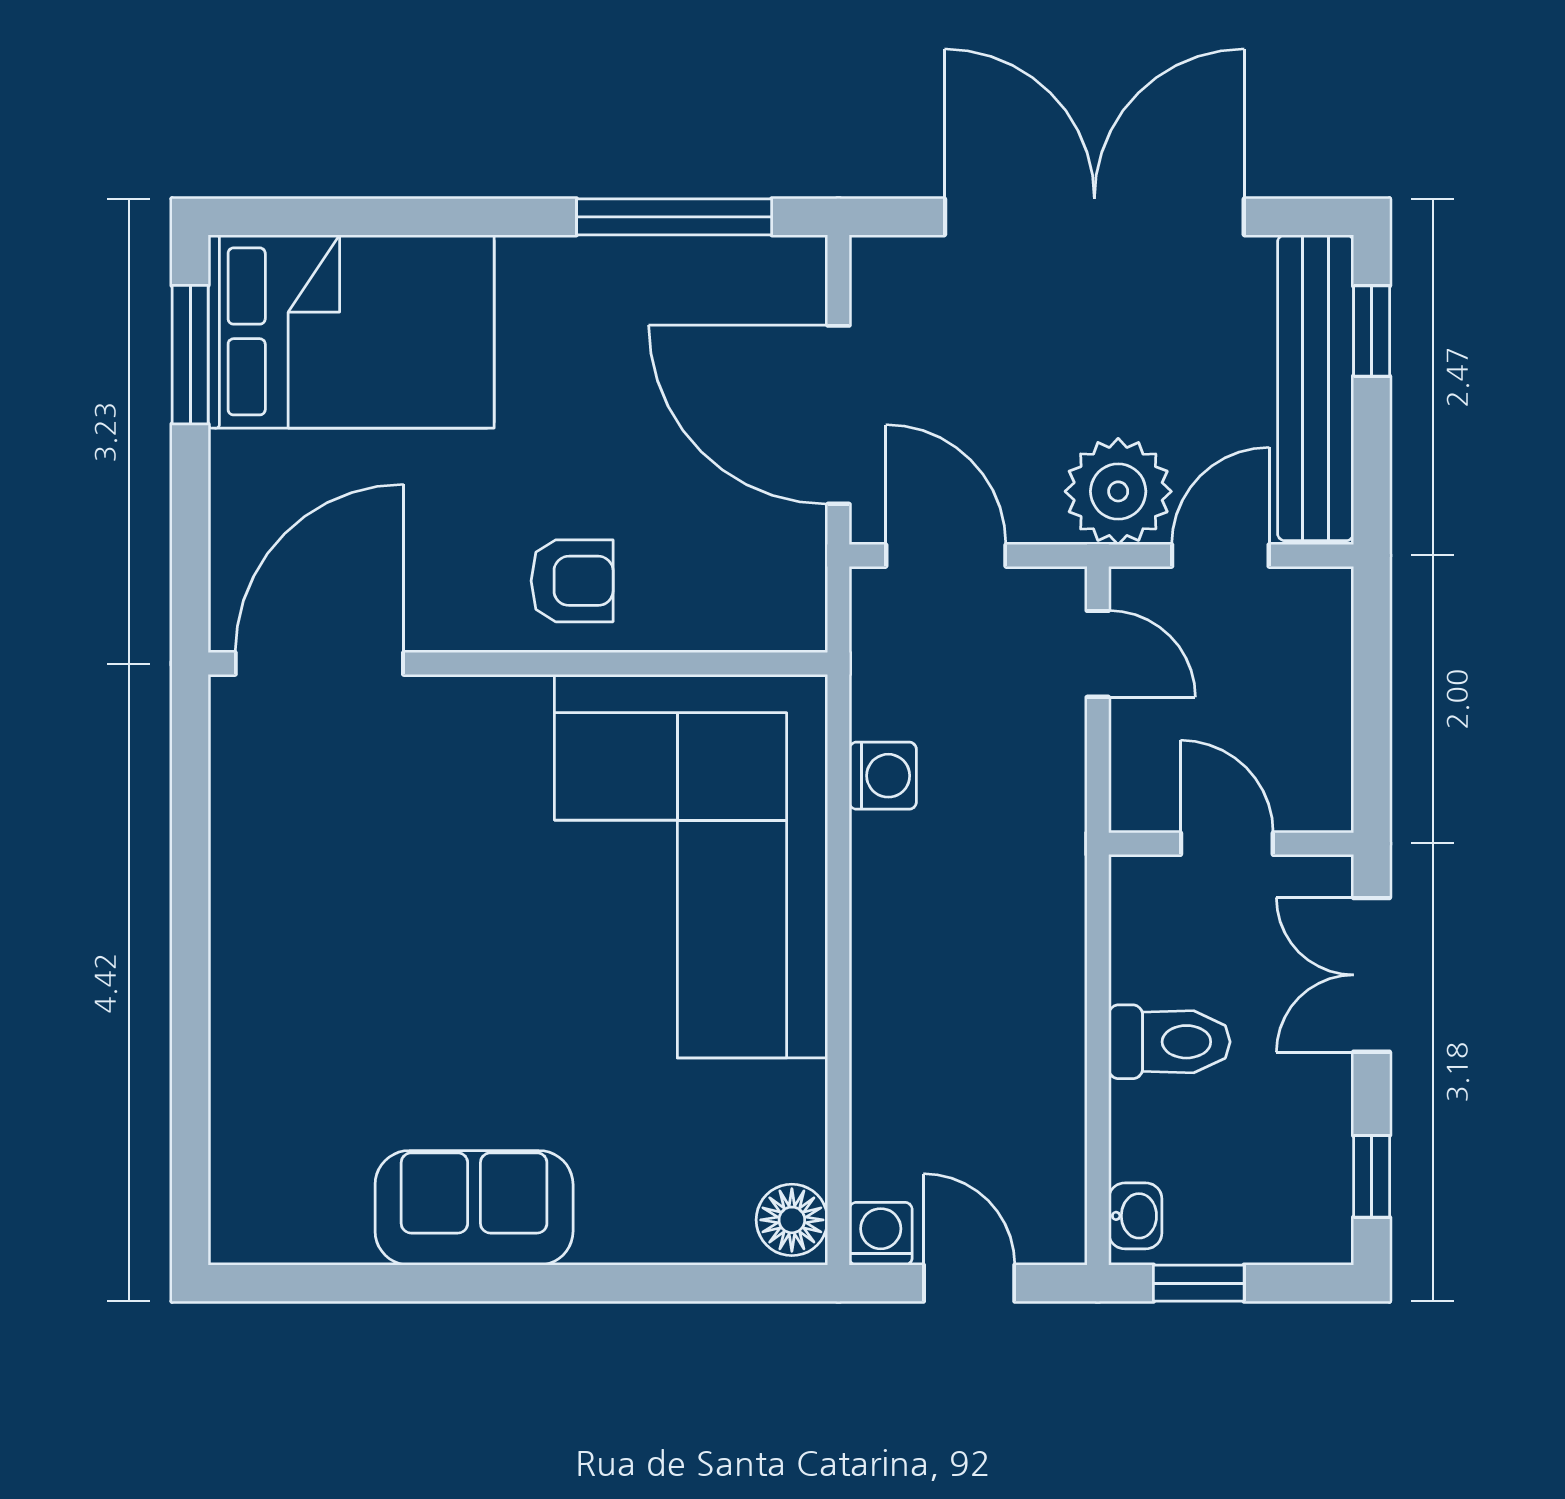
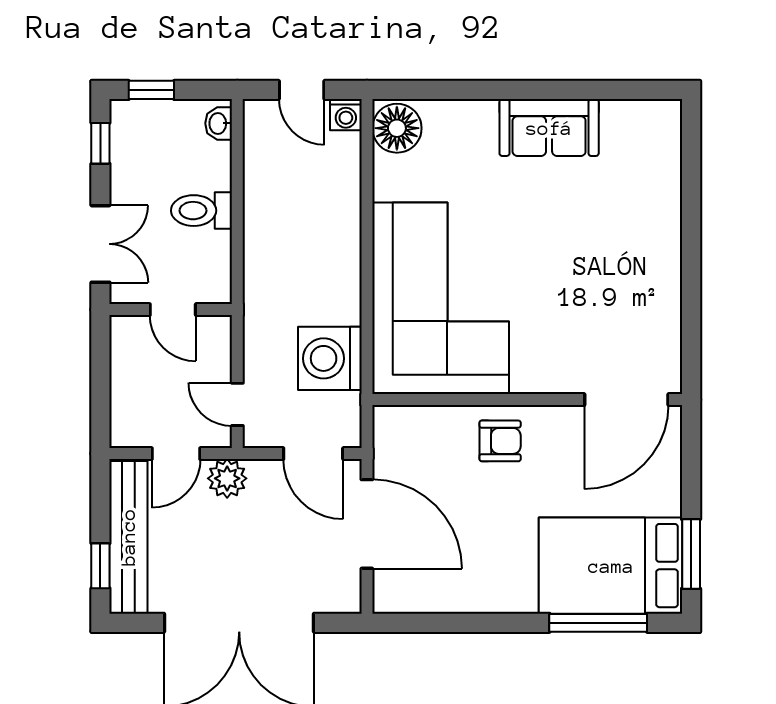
window: (674, 217) -> (598, 623), moved
plant: (1118, 491) -> (227, 478), width x0.73, depth x0.73
armchair: (572, 581) -> (500, 441), turned 180
washing machine: (883, 776) -> (330, 358), width x1.89, depth x1.89
floor lamp: (792, 1220) -> (397, 128), width x1.38, depth x1.38
window: (1199, 1283) -> (151, 90), moved

